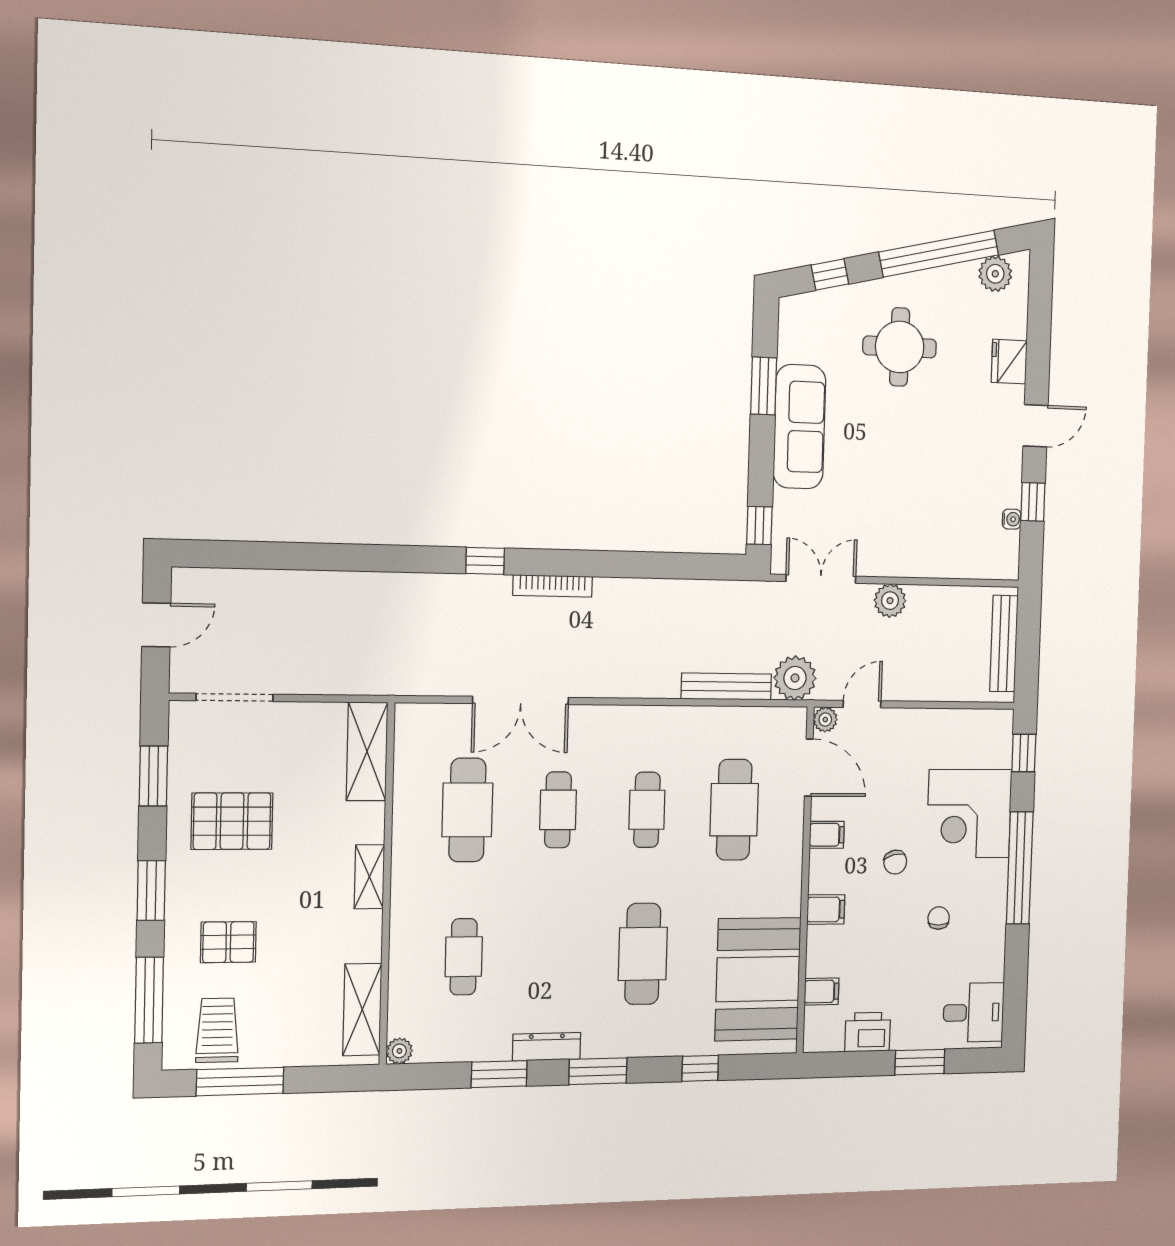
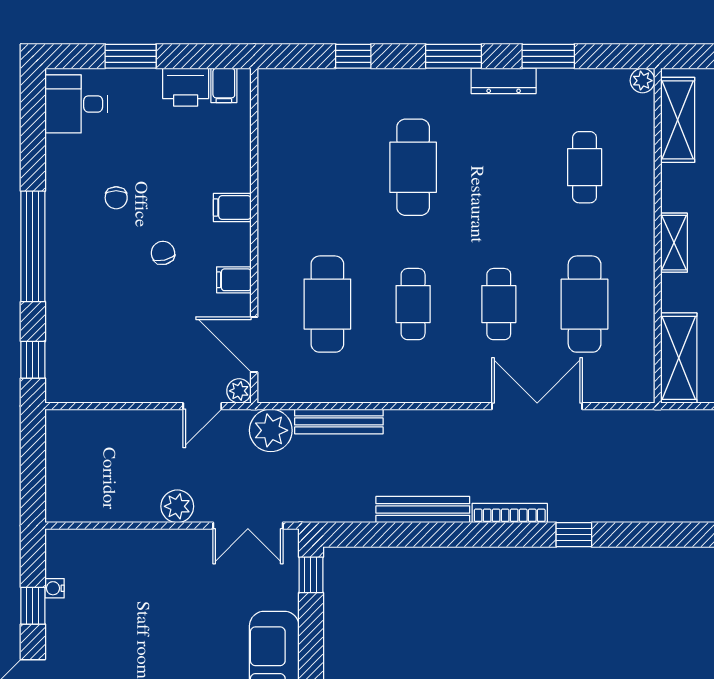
bench: (1004, 644) -> (423, 510), moved, turned 90
corner desk: (969, 814) -> (88, 300), removed
booth: (758, 979) -> (298, 141), removed
filing cabinet: (822, 991) -> (224, 85), moved, turned -90

